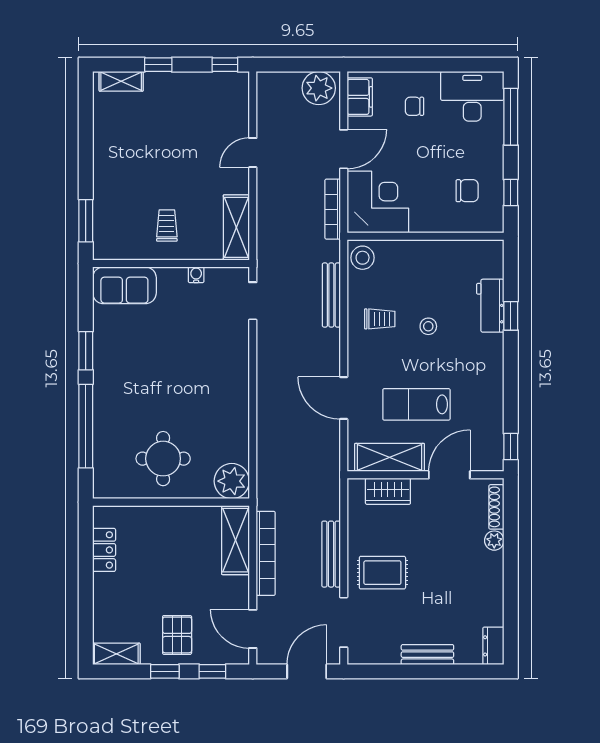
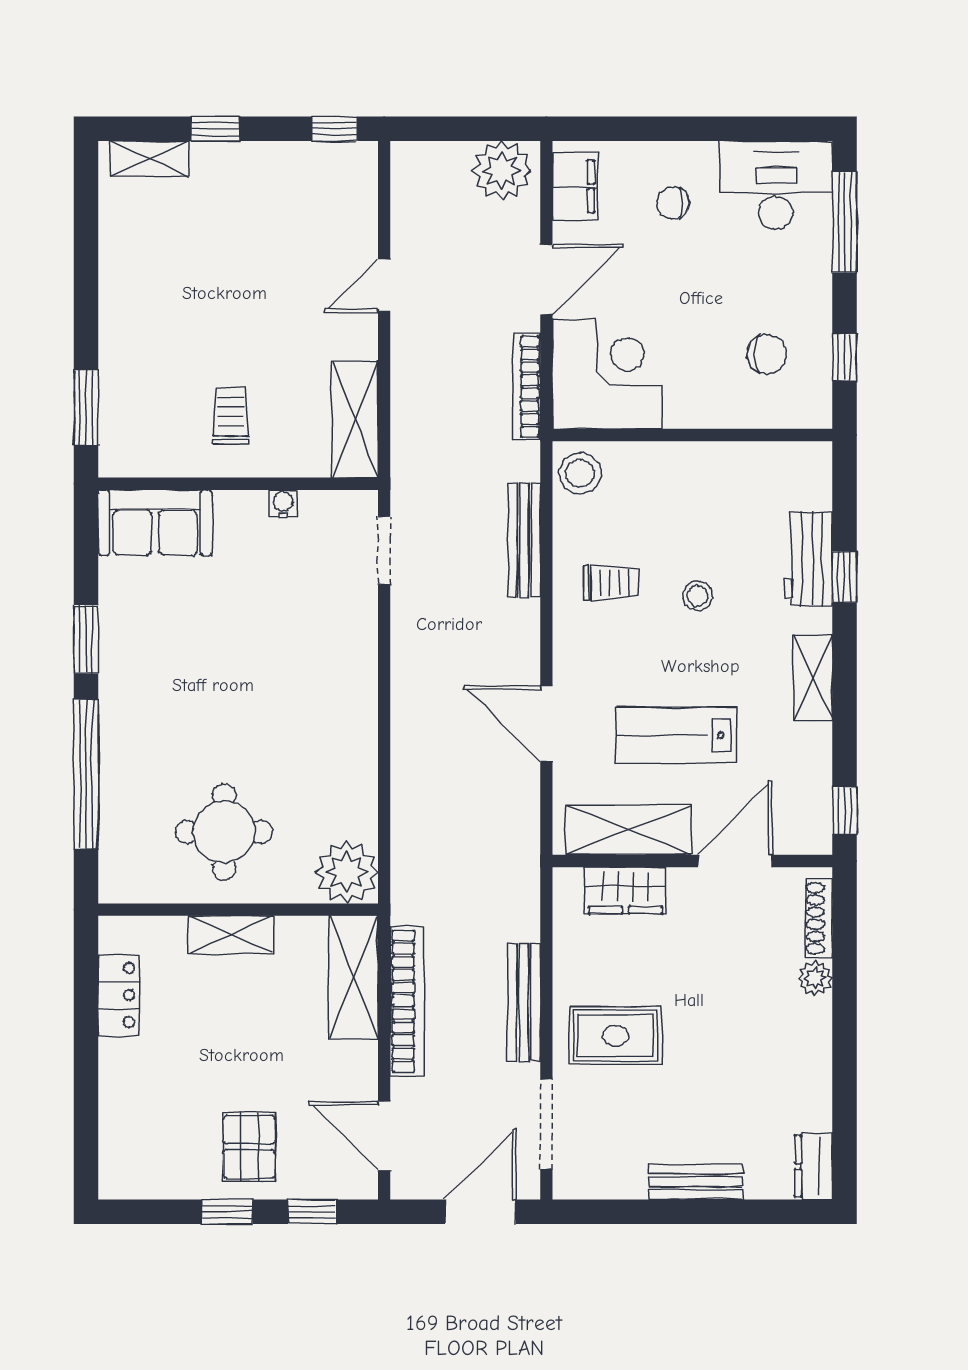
shelving: (493, 372) -> (813, 678), added
shelving: (116, 654) -> (231, 935), moved

